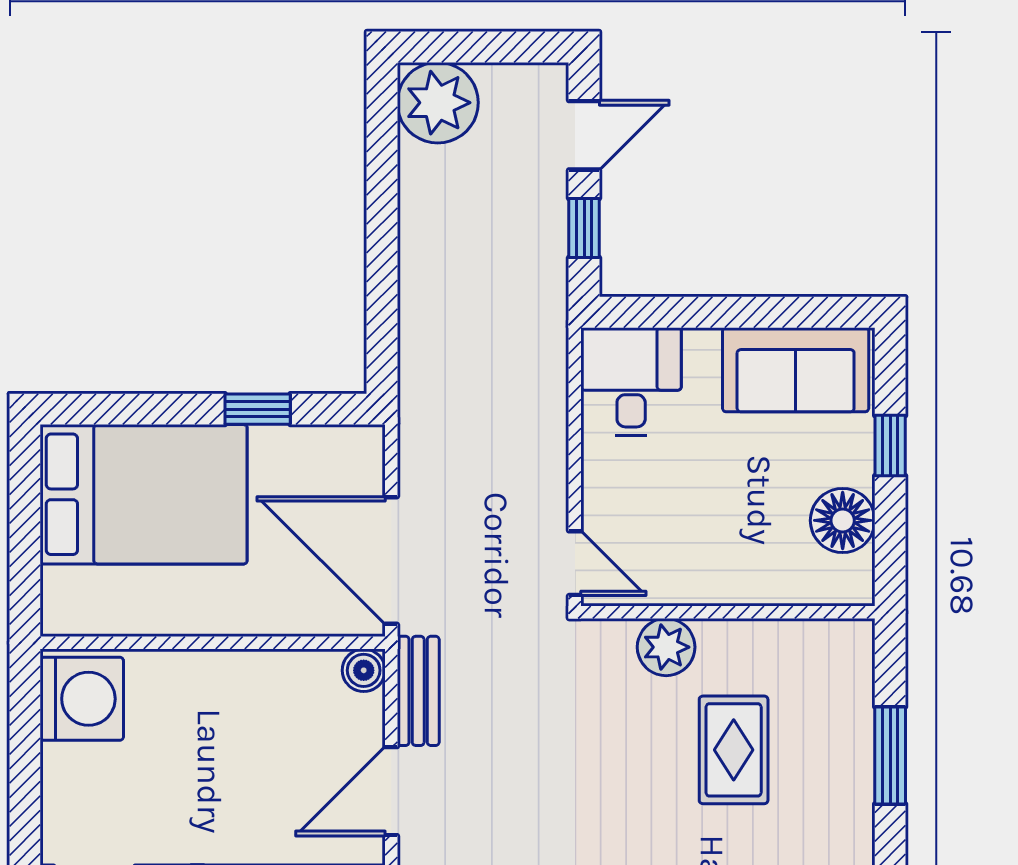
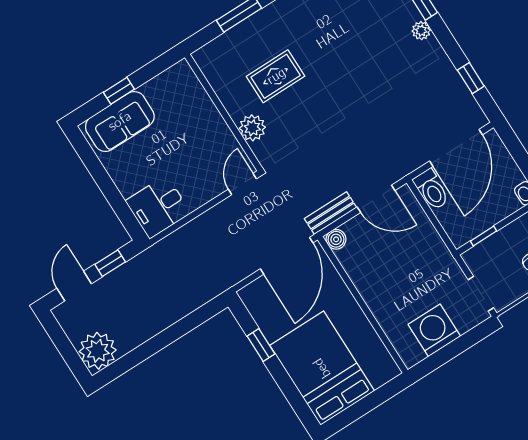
door: (584, 135) -> (74, 286), hinge flipped
sofa: (796, 370) -> (120, 121), moved, turned 90
floor lamp: (843, 520) -> (160, 91), removed
washing machine: (82, 699) -> (434, 330), moved

